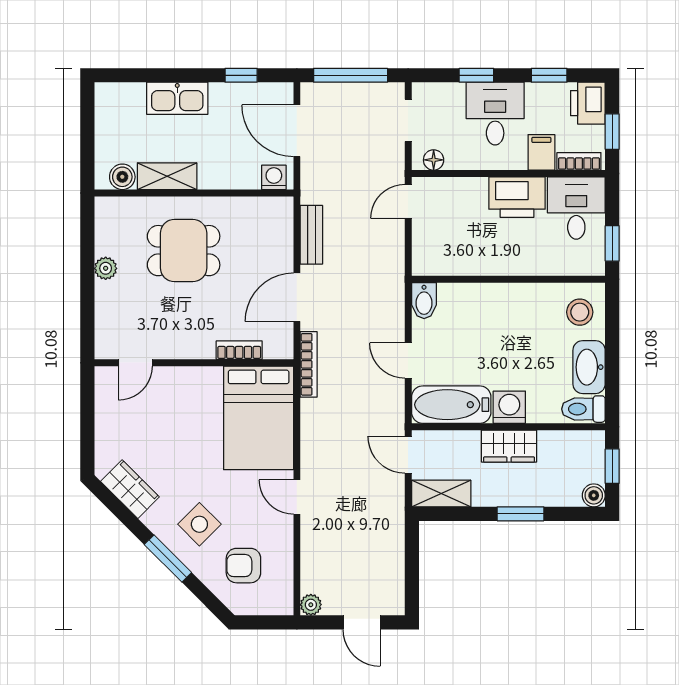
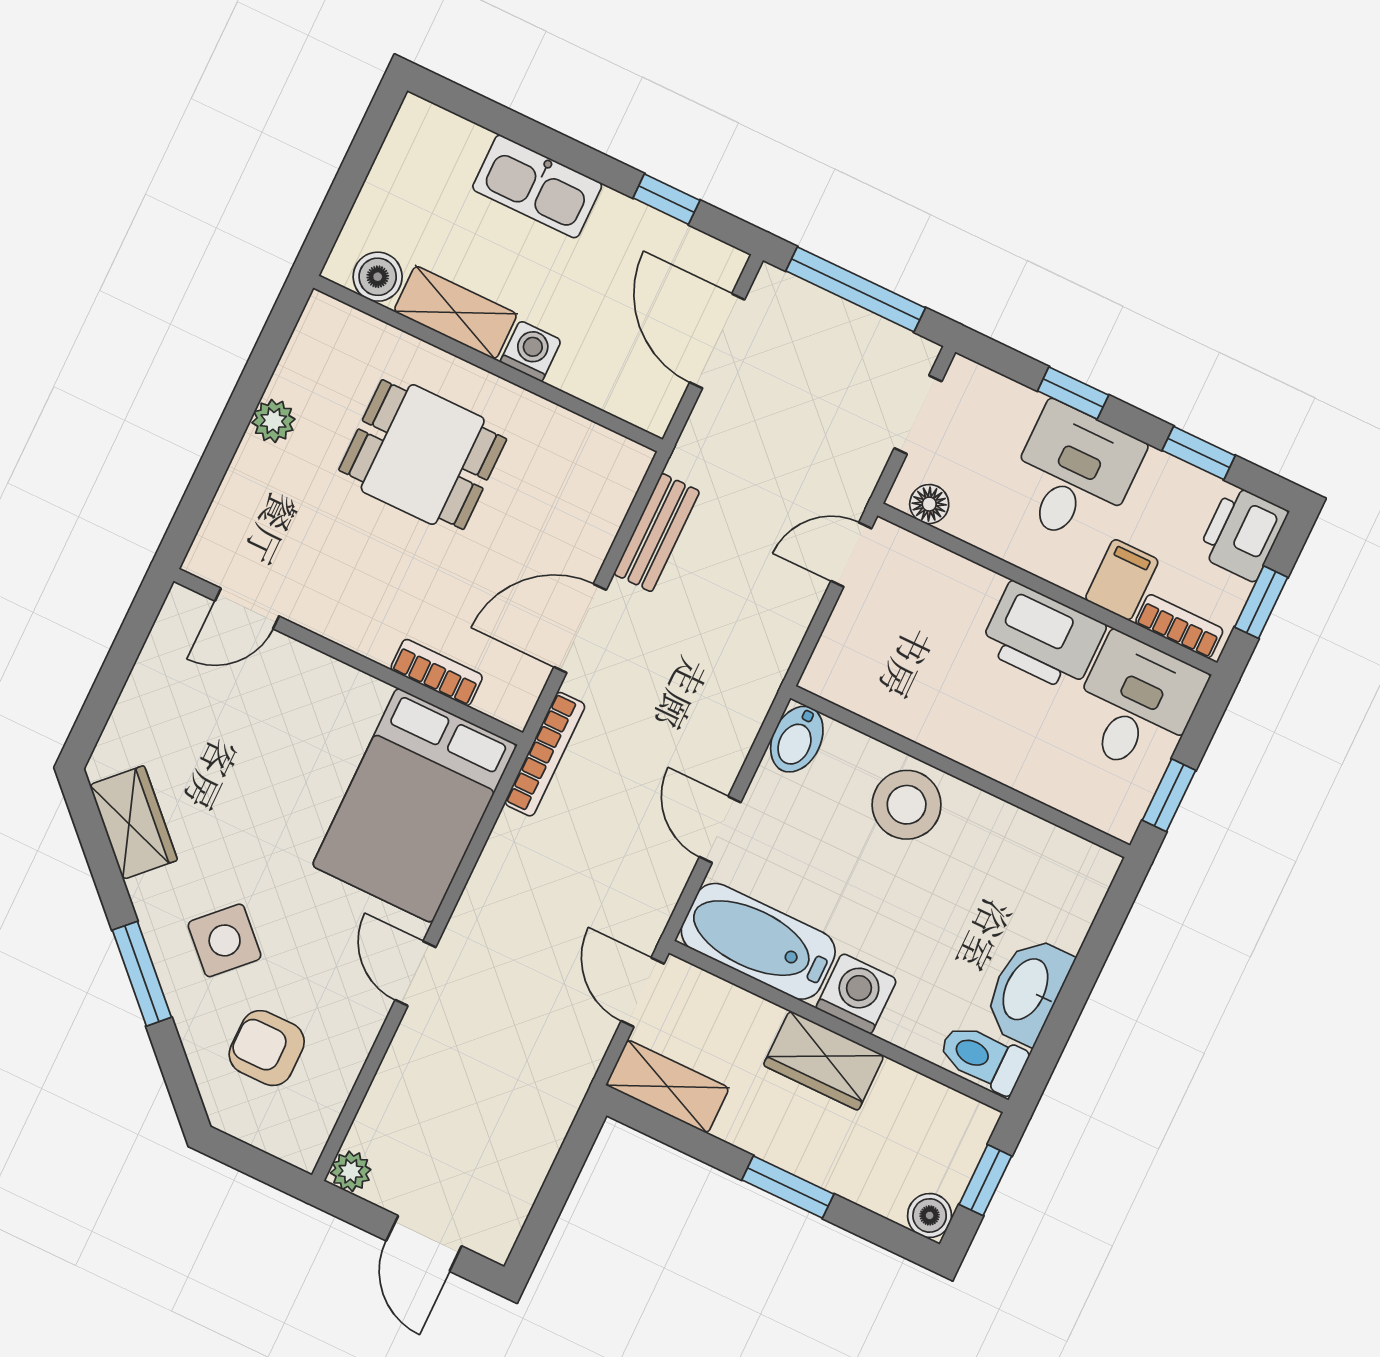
washing machine: (274, 177) -> (531, 351), moved
stool: (580, 312) -> (907, 805), moved, width x1.38, depth x1.38

